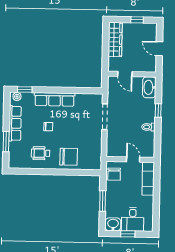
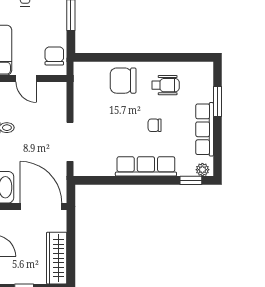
door: (125, 74) -> (41, 207), width x1.87

